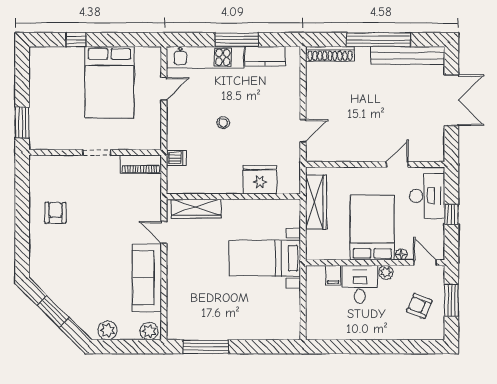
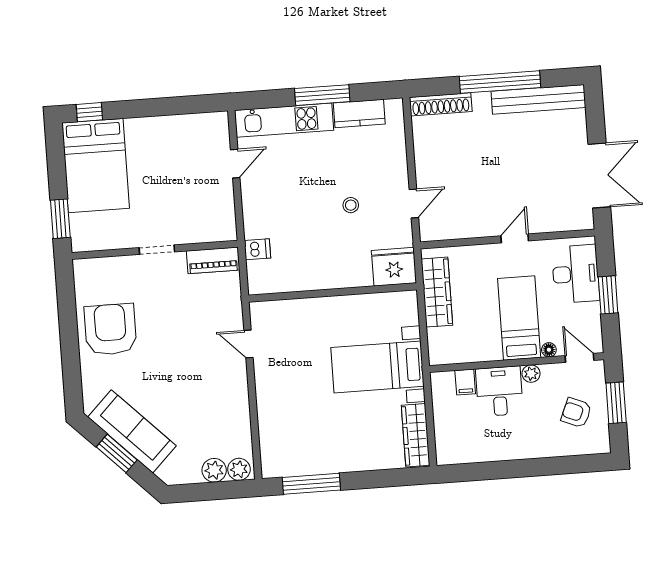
window: (76, 40) -> (89, 112), moved
bed: (109, 82) -> (96, 166), moved
double door: (451, 100) -> (599, 176), moved
stool: (223, 123) -> (351, 205), moved
door: (397, 164) -> (515, 238), moved
fridge: (260, 180) -> (394, 267), moved
wardrobe: (196, 209) -> (416, 435), moved, turned 90
armchair: (55, 213) -> (110, 329), width x1.88, depth x1.88
window: (451, 214) -> (608, 295), width x1.50
bed: (372, 228) -> (519, 318), width x0.67
sofa: (147, 278) -> (132, 431), moved, turned 135
plant: (108, 330) -> (214, 470), moved

